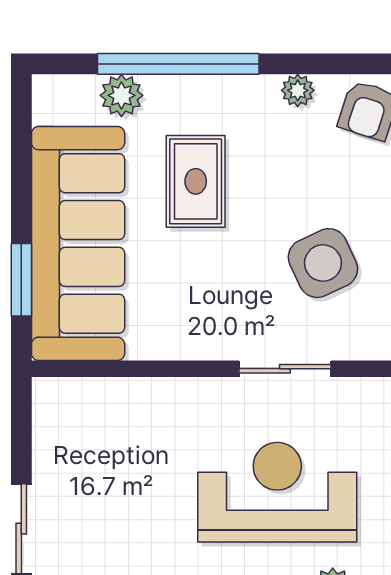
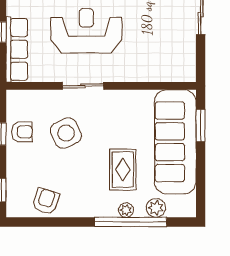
plant: (298, 90) -> (126, 210), moved
reception desk: (277, 492) -> (86, 31), turned 180

